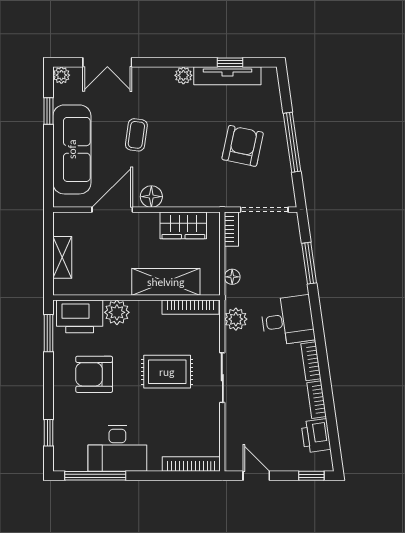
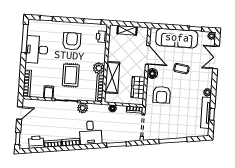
armchair: (243, 146) -> (162, 95), moved, turned 78
plant: (117, 312) -> (99, 68), moved
printer: (80, 316) -> (102, 37), width x0.53, depth x0.68
plant: (236, 319) -> (83, 108), moved
filing cabinet: (207, 417) -> (49, 92), added

